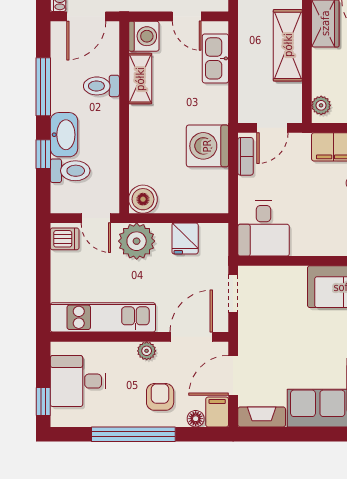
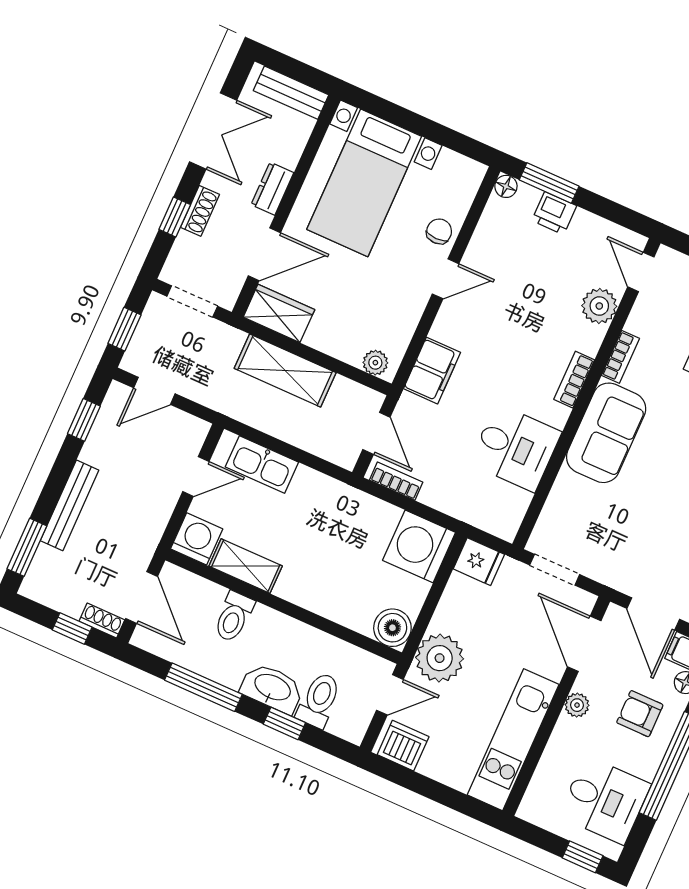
washing machine: (207, 146) -> (419, 546), moved, turned 90
desk: (264, 229) -> (515, 448), moved
fridge: (185, 238) -> (479, 562), moved
dishwasher: (65, 239) -> (403, 746), width x1.38
desk: (78, 381) -> (605, 800), moved, turned -90

